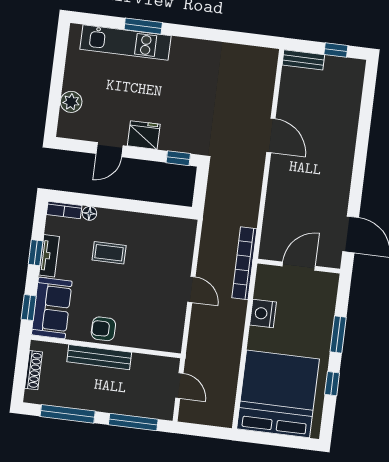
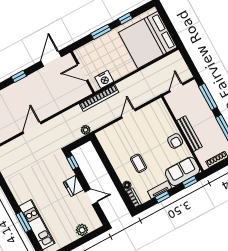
window: (359, 170) -> (19, 76), added
plant: (212, 211) -> (86, 130), added
nightstand: (263, 314) -> (104, 79), moved

